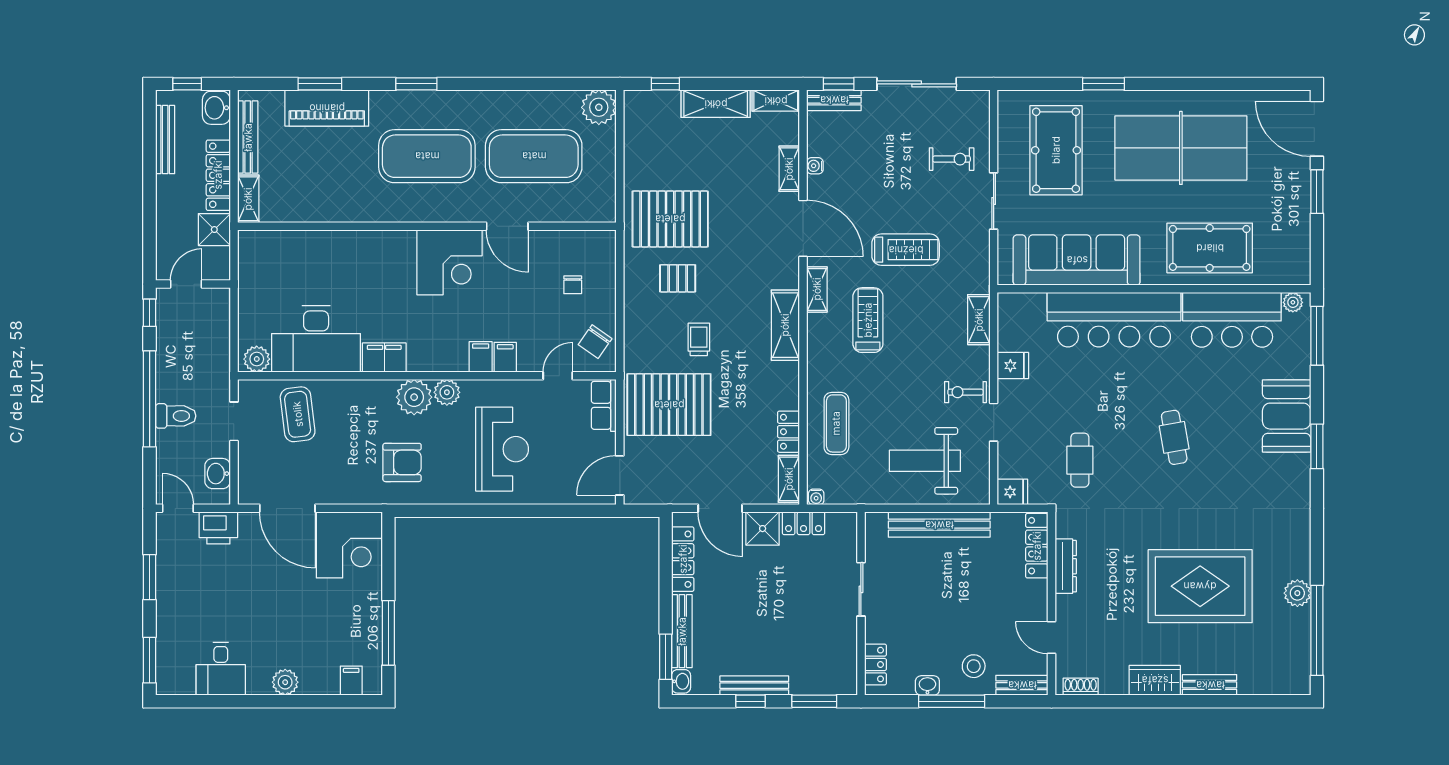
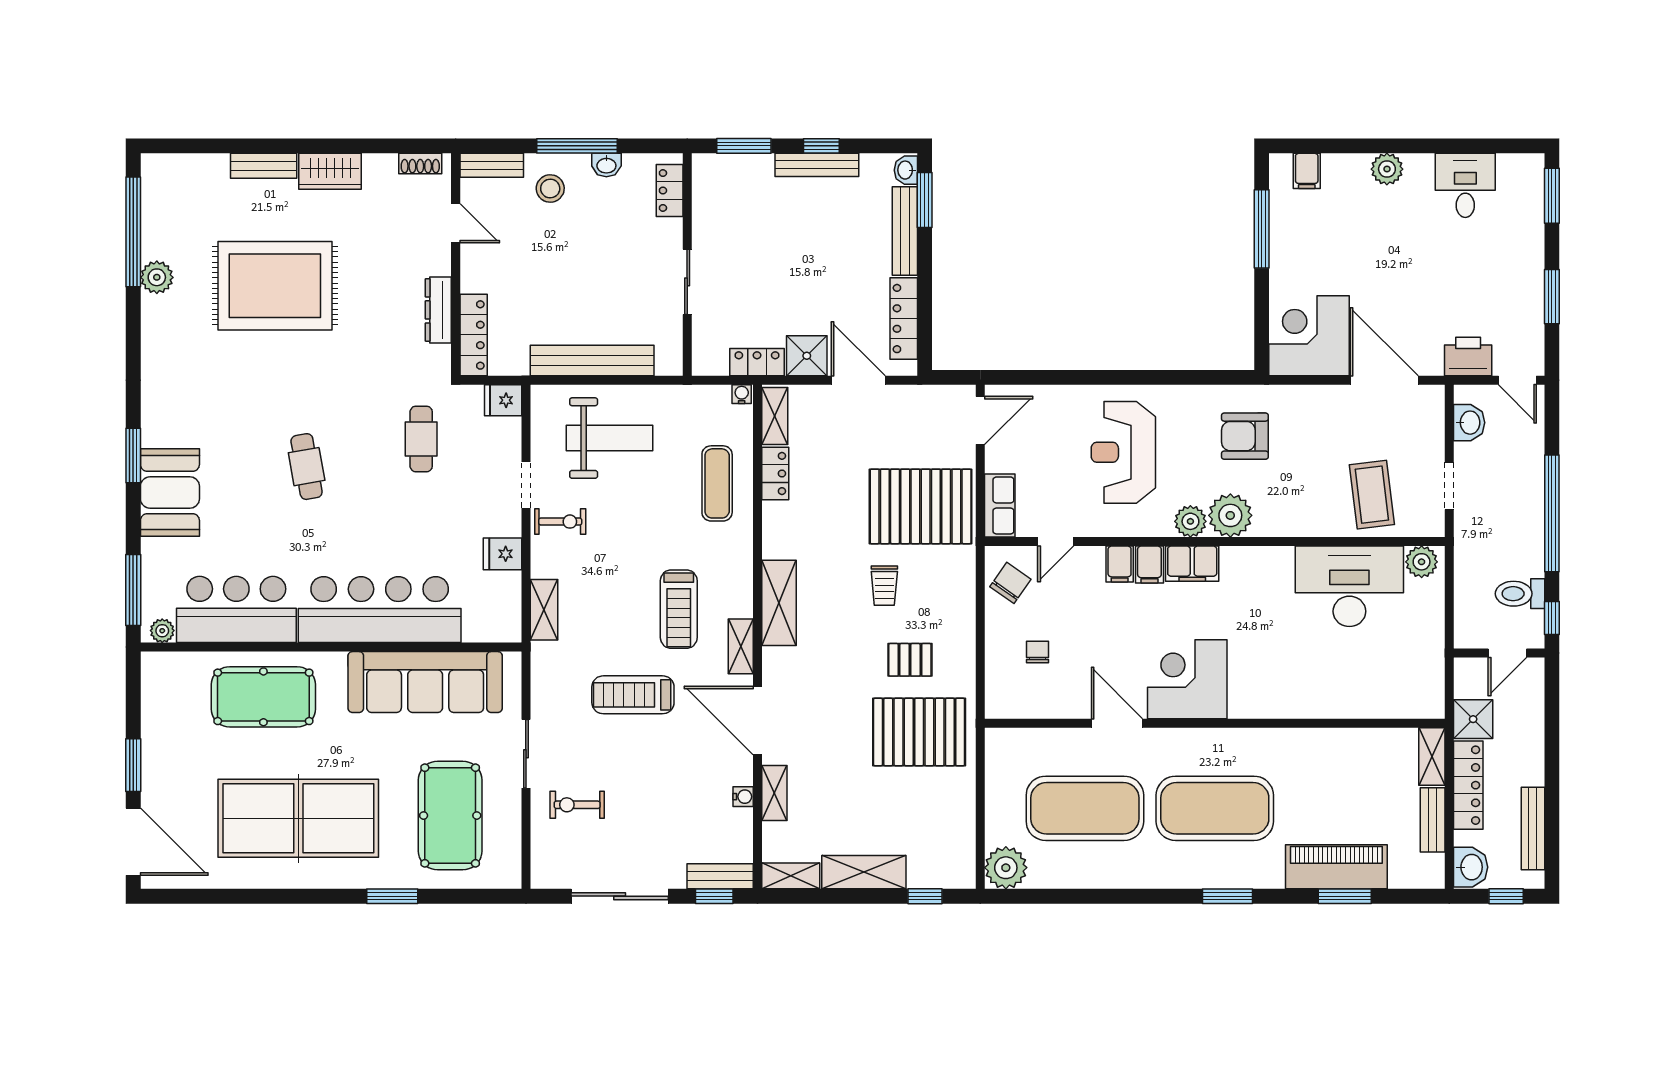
bench: (248, 137) -> (1433, 820), width x0.73
filing cabinet: (384, 358) -> (1192, 564), moved
toilet: (176, 416) -> (1520, 594), moved

